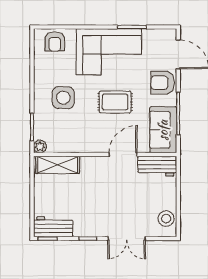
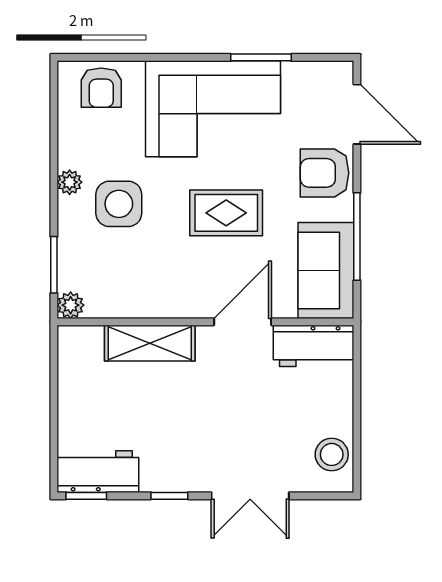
plant: (40, 87) -> (70, 182), added
shelving: (58, 165) -> (150, 343), moved

